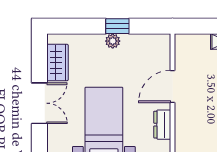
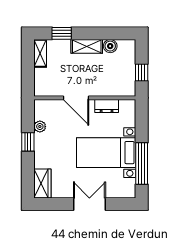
plant: (113, 41) -> (40, 127), moved
wardrobe: (57, 63) -> (42, 184), moved, turned 90

